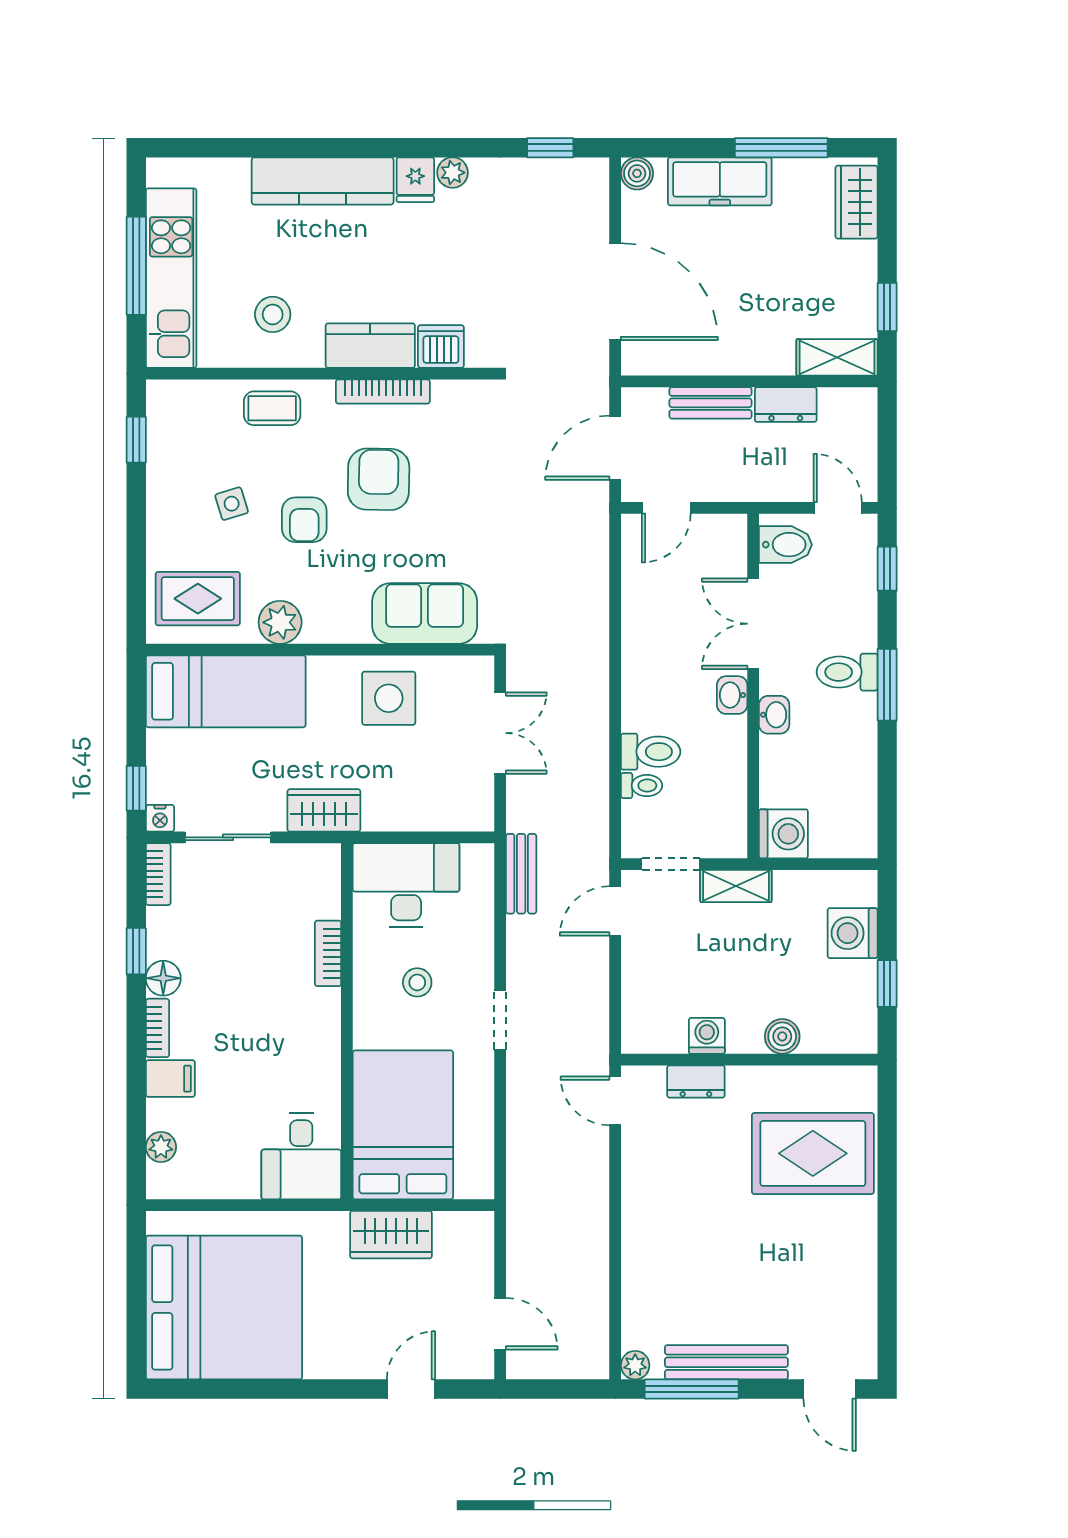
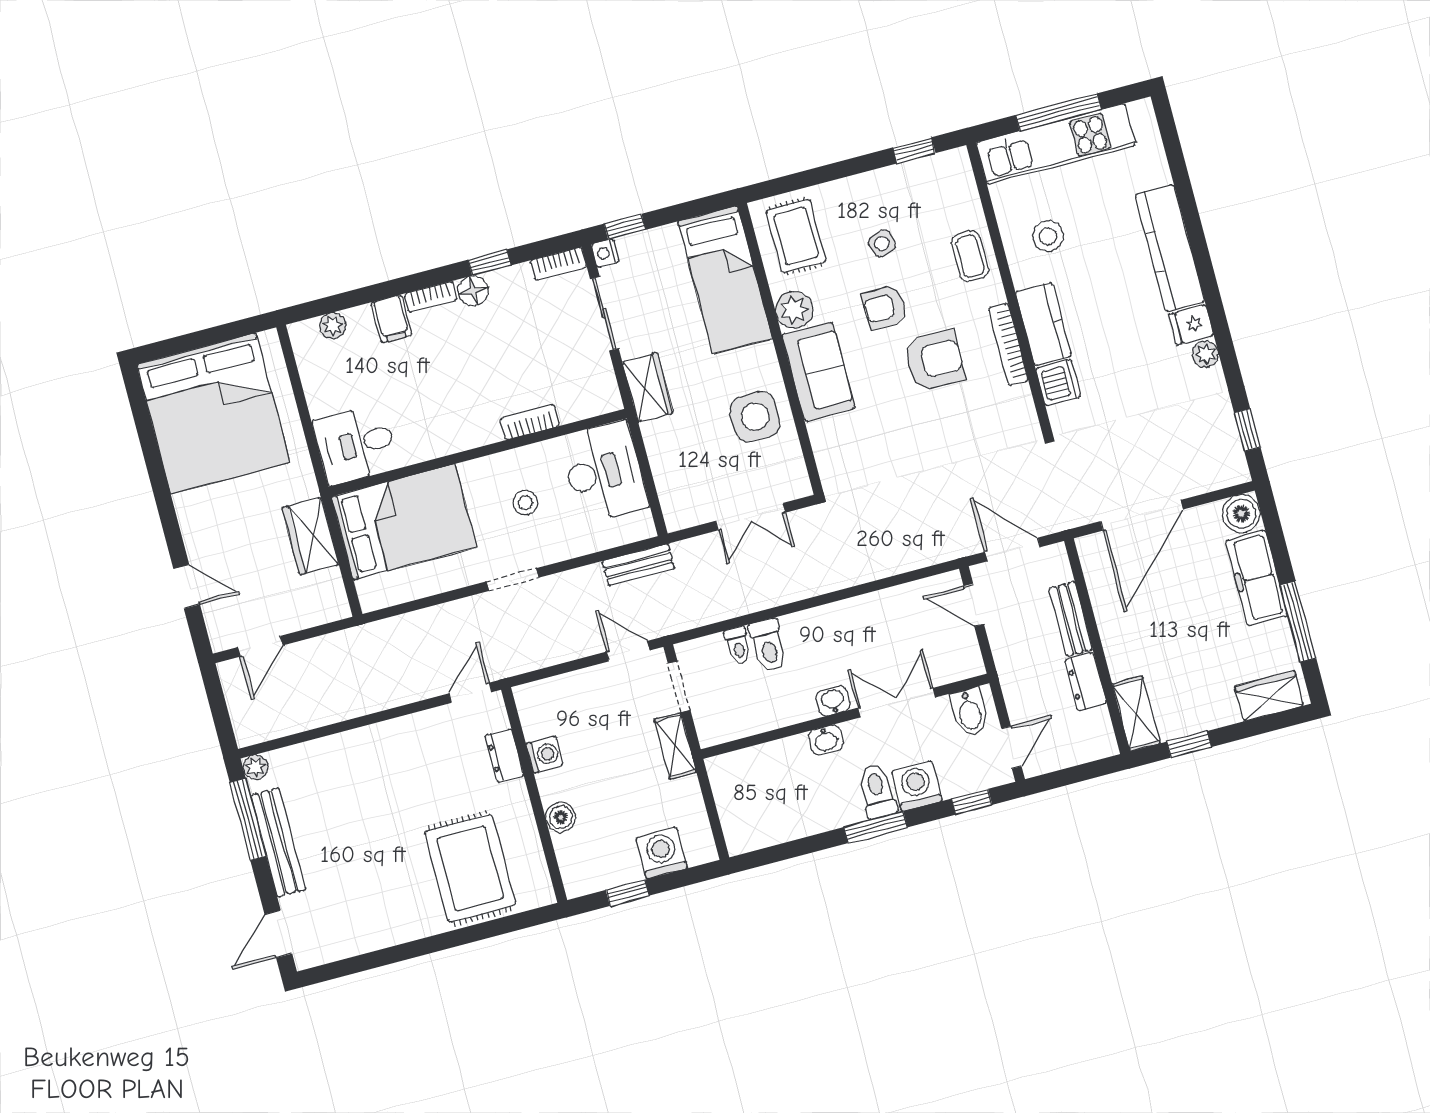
boiler: (637, 173) -> (1241, 514), width x1.36, depth x1.36
sofa: (425, 614) -> (818, 372), moved
washing machine: (783, 834) -> (917, 786), moved, turned 180

